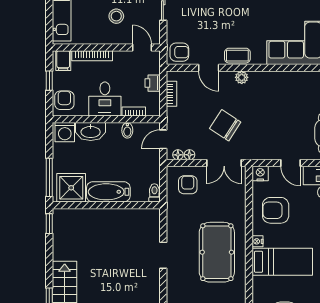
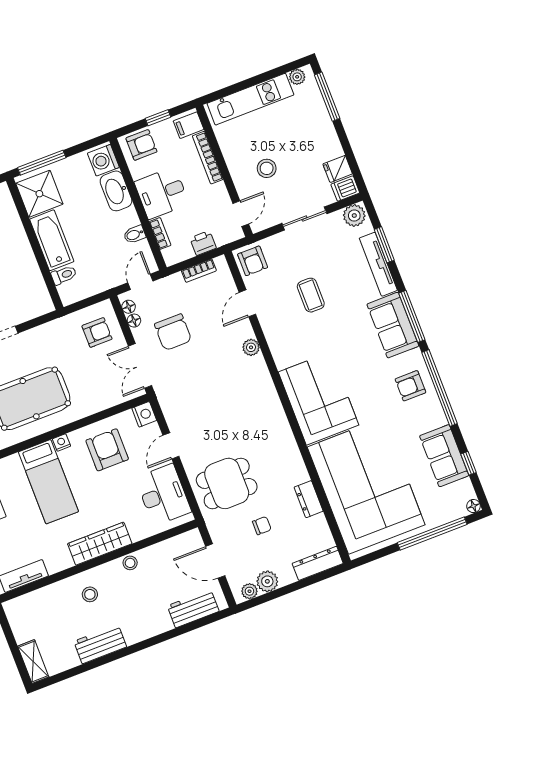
coffee table: (237, 56) -> (311, 295), moved
chair: (225, 125) -> (173, 332), moved, turned 147
door: (163, 139) -> (140, 282), hinge flipped
toilet: (154, 193) -> (64, 275), moved

